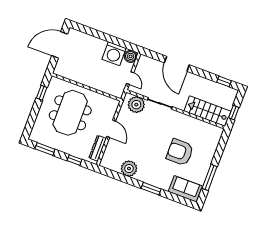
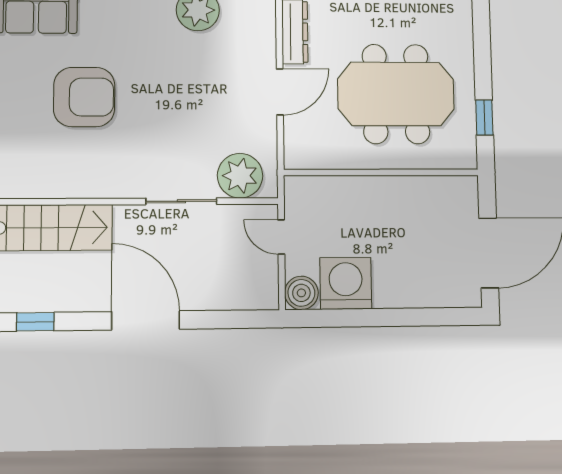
door: (177, 64) -> (146, 320), moved
meeting table: (70, 113) -> (396, 94), turned 90
door: (111, 129) -> (280, 92), swing flipped

